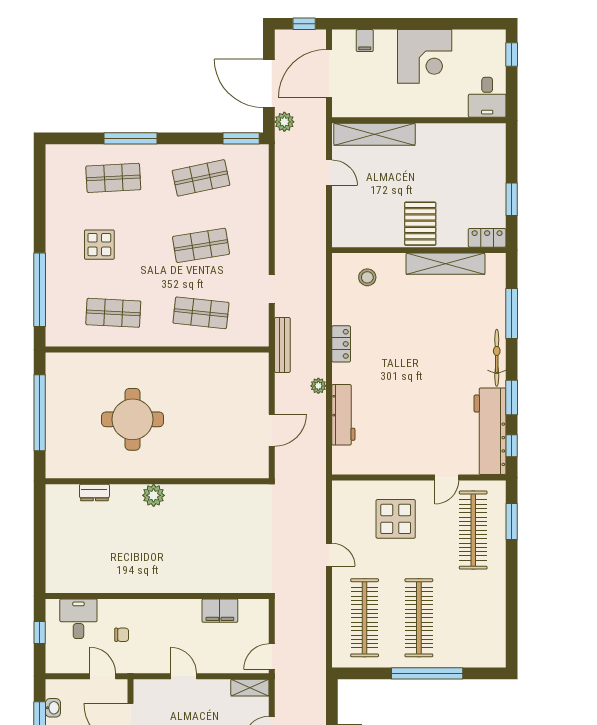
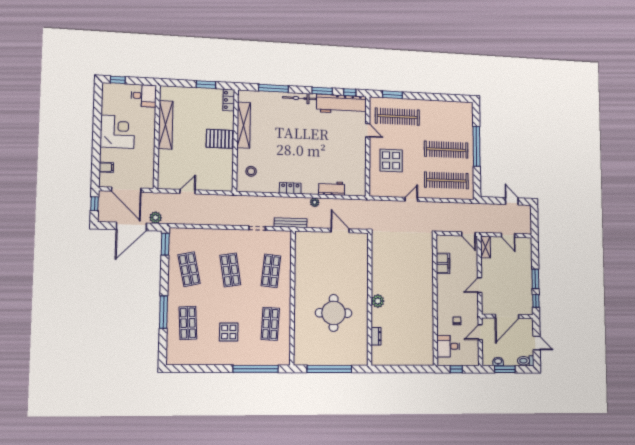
shelving: (374, 134) -> (166, 125), moved
workbench: (343, 415) -> (332, 188), width x0.73

